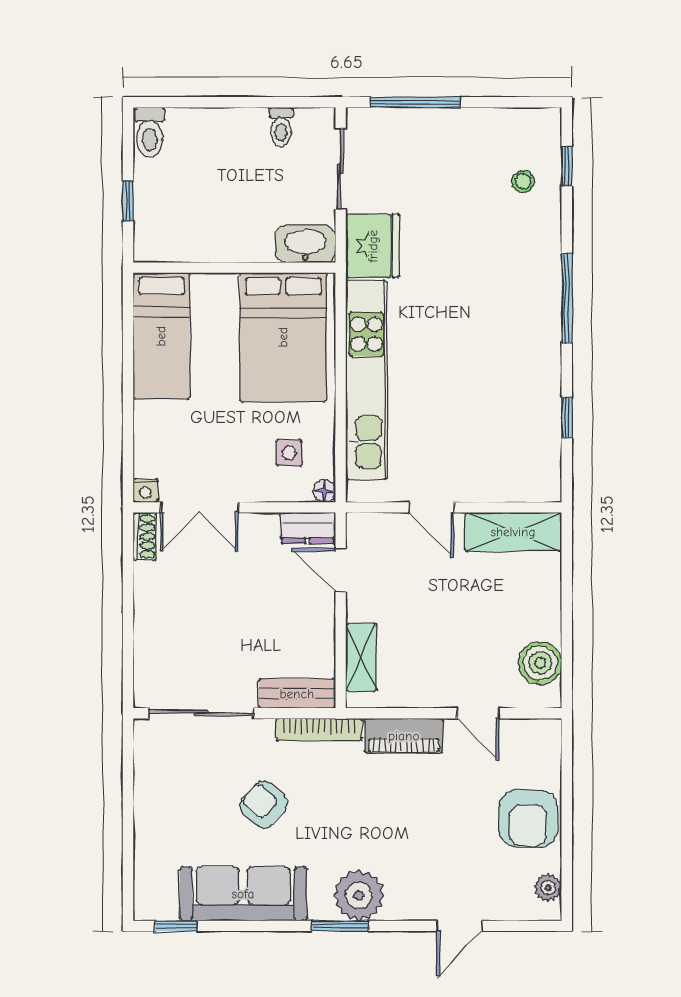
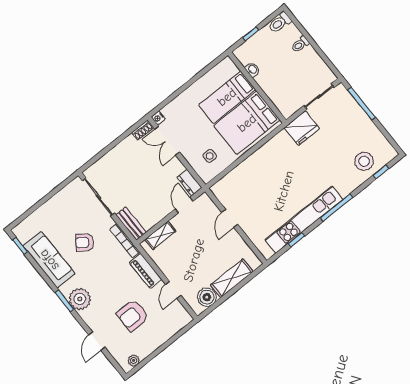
toilet: (281, 127) -> (300, 44), moved
stool: (523, 181) -> (364, 161), width x1.89, depth x1.89
washbasin: (305, 244) -> (252, 70), moved, width x0.52, depth x0.69
bed: (161, 336) -> (227, 97), moved
kitchen unit: (366, 380) -> (304, 220), moved, turned 180
floor lamp: (324, 491) -> (206, 178), removed
shelving: (513, 532) -> (232, 278), moved, turned 90
armchair: (264, 804) -> (85, 242), turned -97
armchair: (528, 819) -> (133, 315), moved
door: (460, 926) -> (97, 341), hinge flipped

